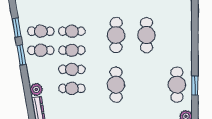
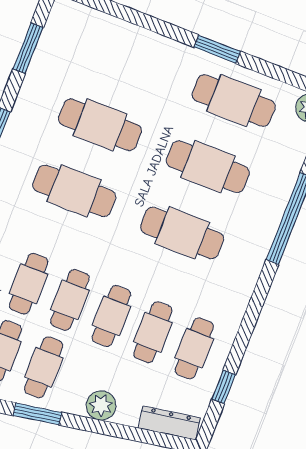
cafe table: (146, 85) -> (208, 167), added
window: (195, 86) -> (217, 49), moved
plant: (36, 89) -> (101, 406), moved
cafe table: (72, 107) -> (194, 348), added

